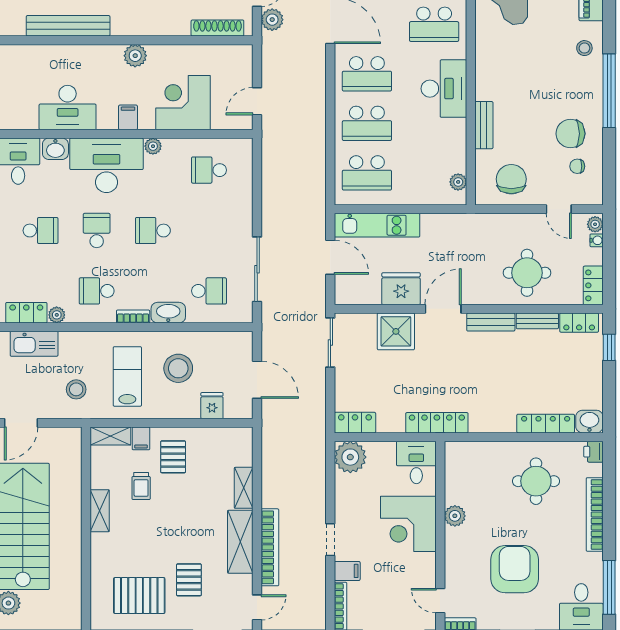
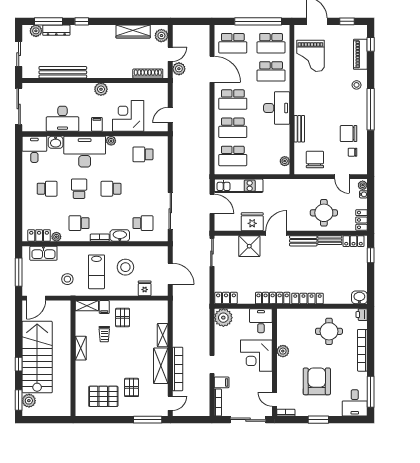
lab bench: (127, 376) -> (96, 272), turned 180
locker: (546, 424) -> (307, 299), moved

